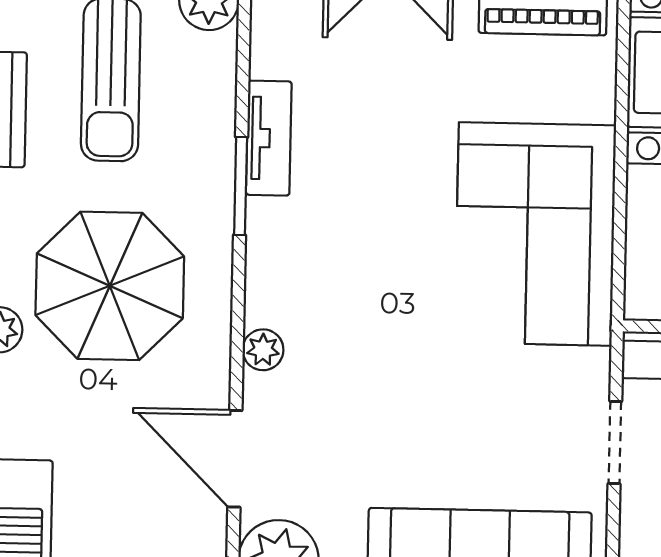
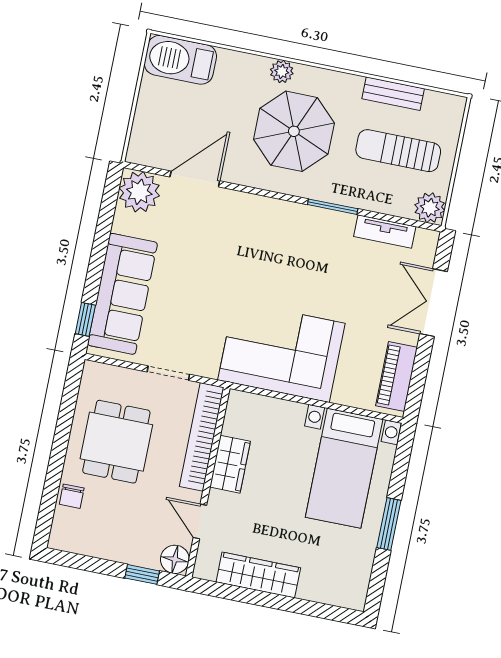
tv unit: (269, 138) -> (385, 232), moved
plant: (263, 350) -> (248, 203), removed

